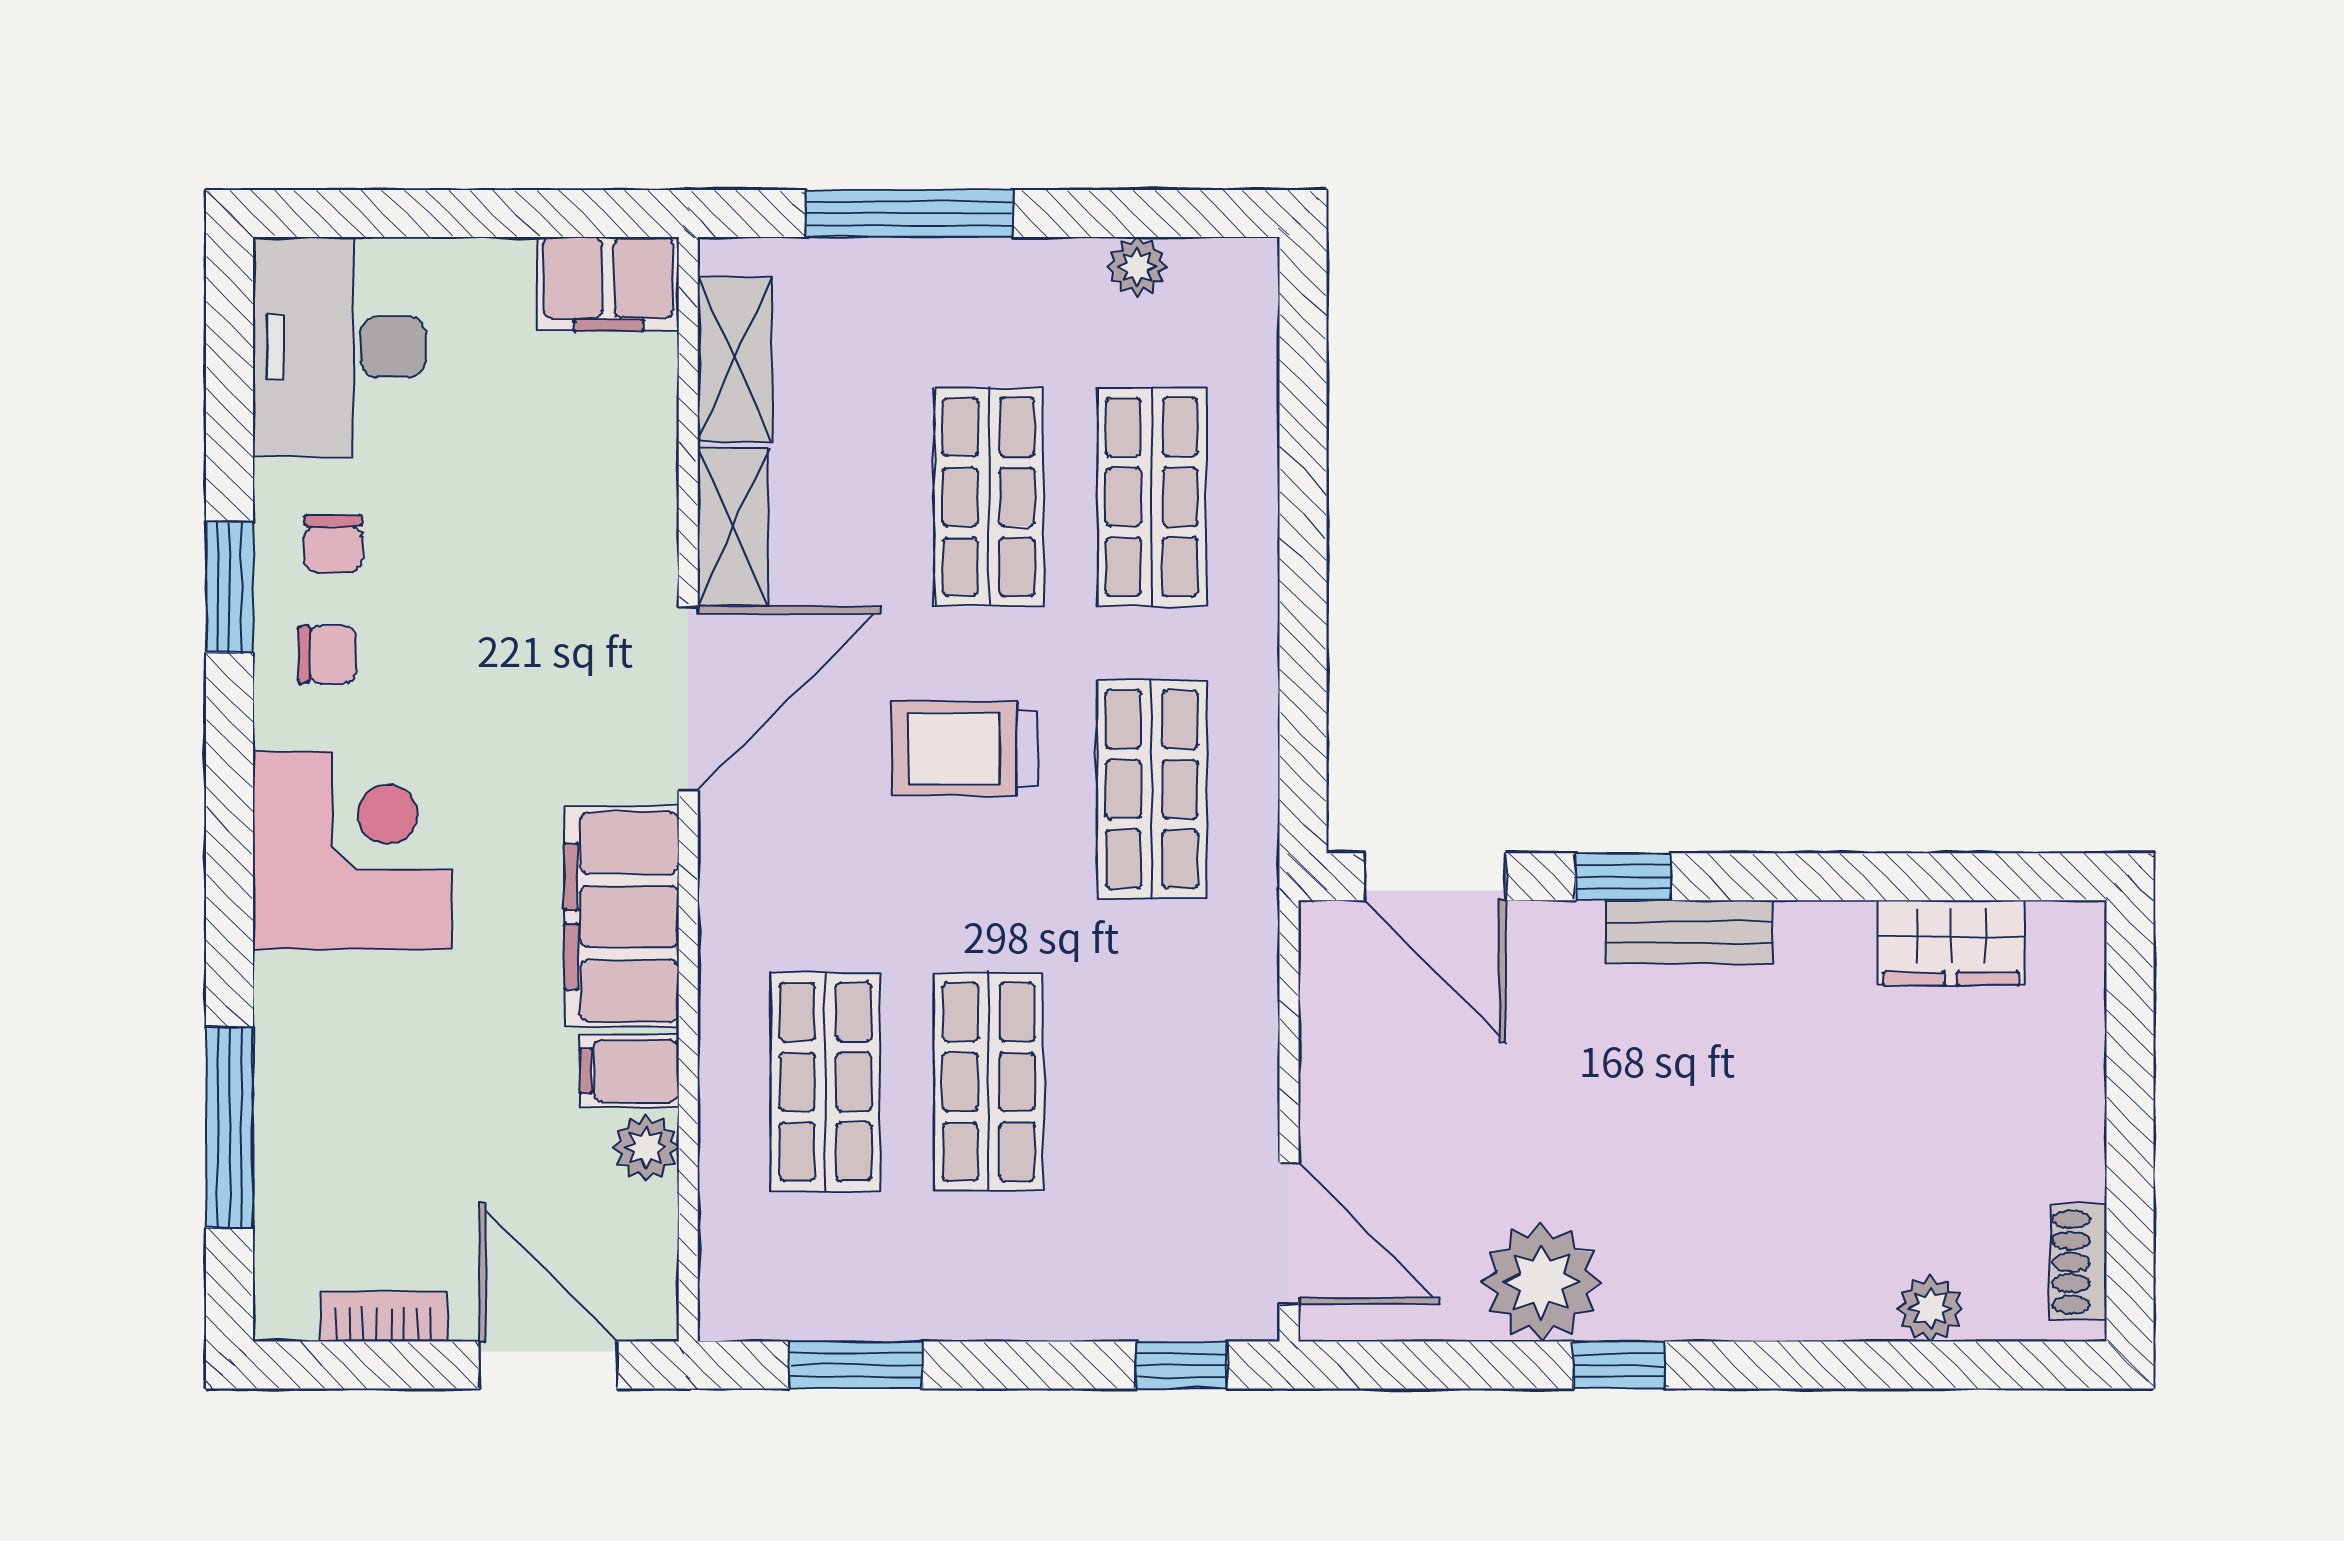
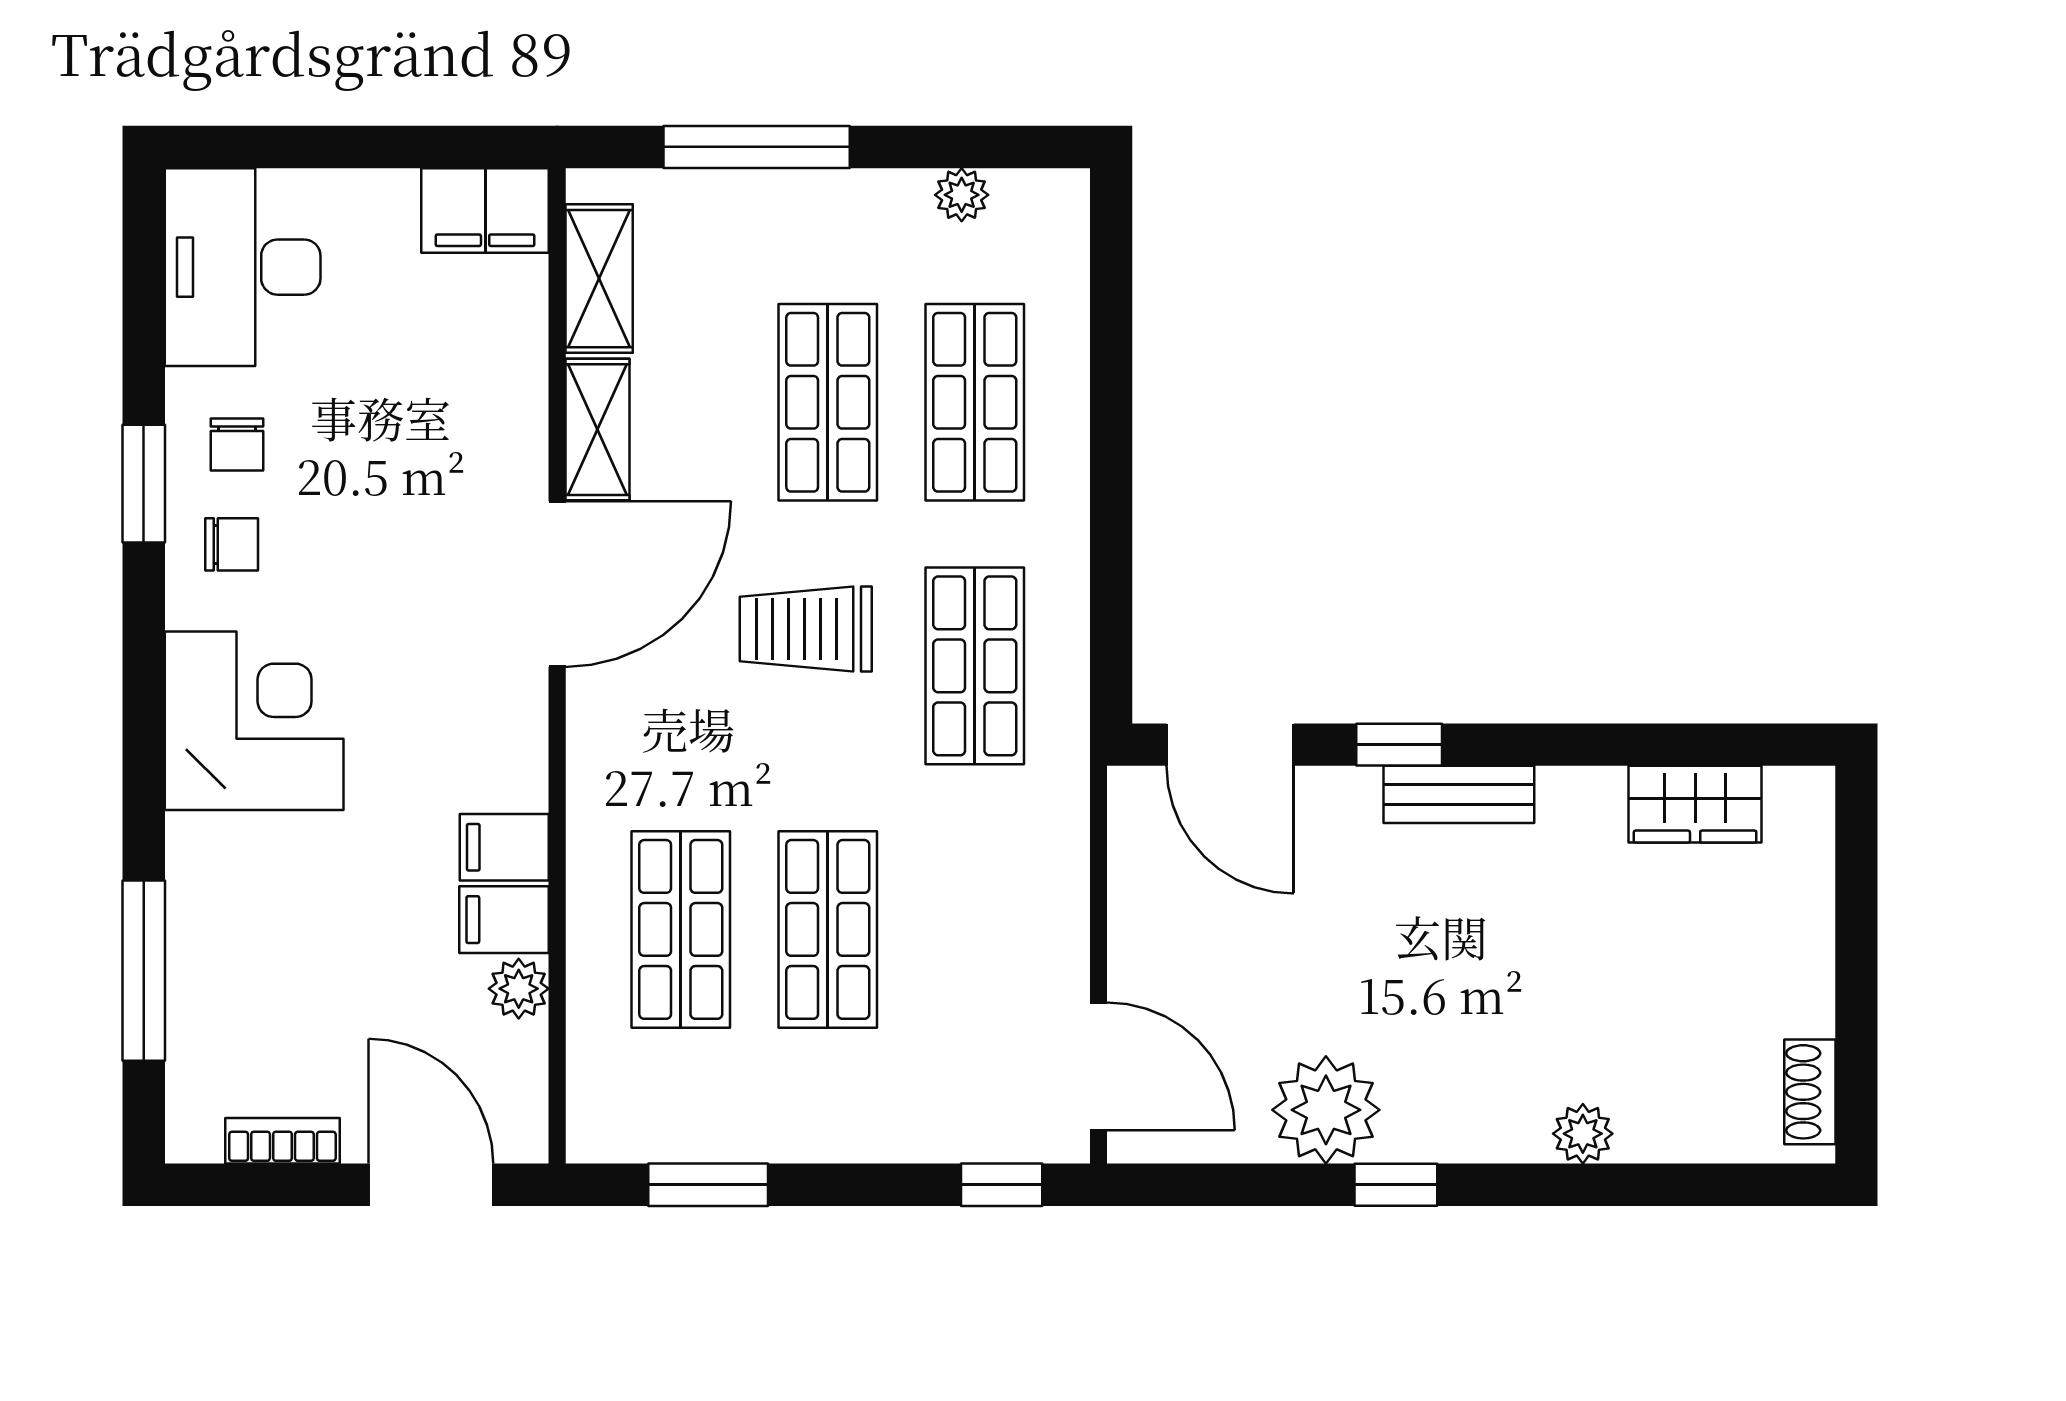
filing cabinet: (621, 917) -> (504, 847), width x0.33, depth x0.86
plant: (1930, 1308) -> (1583, 1134), moved

